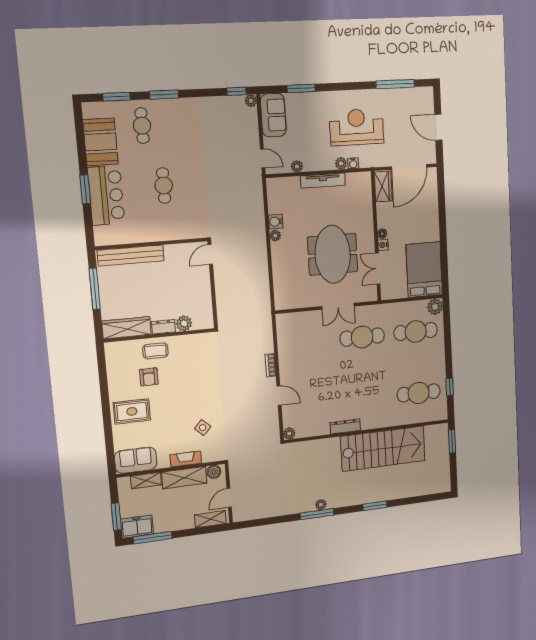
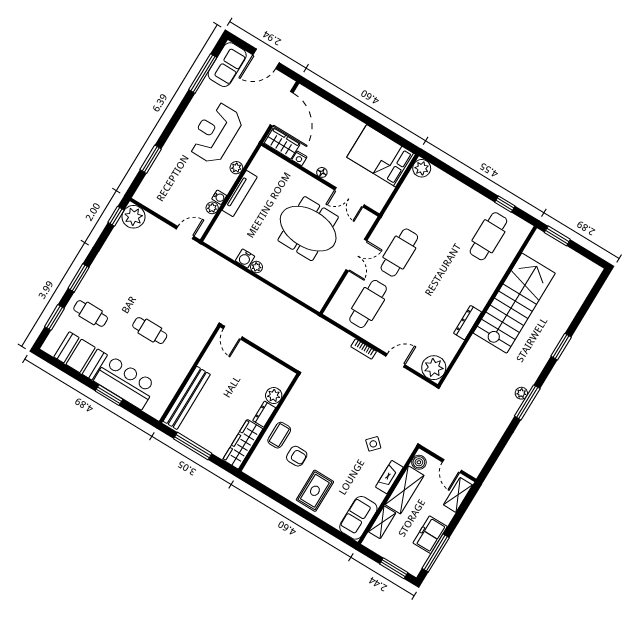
plant: (251, 101) -> (134, 217), width x1.88, depth x1.88
sofa: (273, 115) -> (227, 65), moved, turned 90
water cooler: (353, 163) -> (219, 197), moved
nightstand: (383, 245) -> (299, 158), moved
cafe table: (416, 331) -> (368, 304), moved
plant: (289, 433) -> (434, 368), width x1.88, depth x1.88
freezer: (137, 527) -> (430, 535), moved

